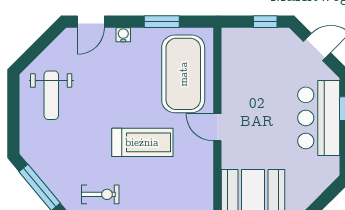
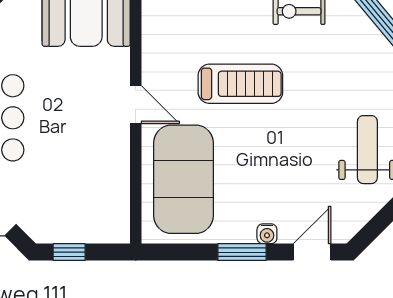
window: (162, 22) -> (242, 252), moved
treadmill: (142, 142) -> (240, 84), turned 180

